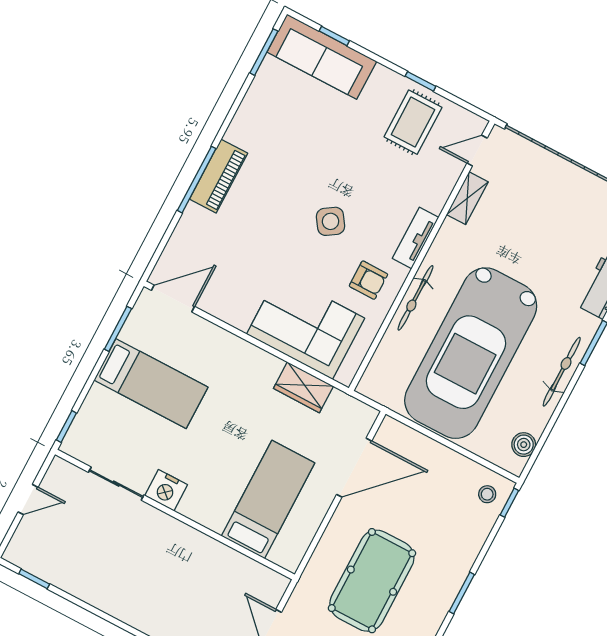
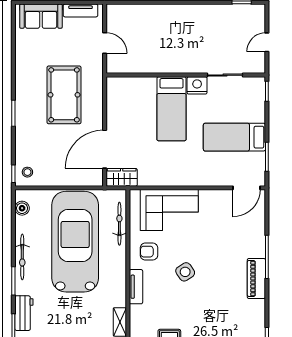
piano: (219, 176) -> (256, 278), moved
bicycle: (415, 298) -> (119, 224), moved
wardrobe: (303, 387) -> (122, 177), moved
bed: (268, 499) -> (172, 109), moved

